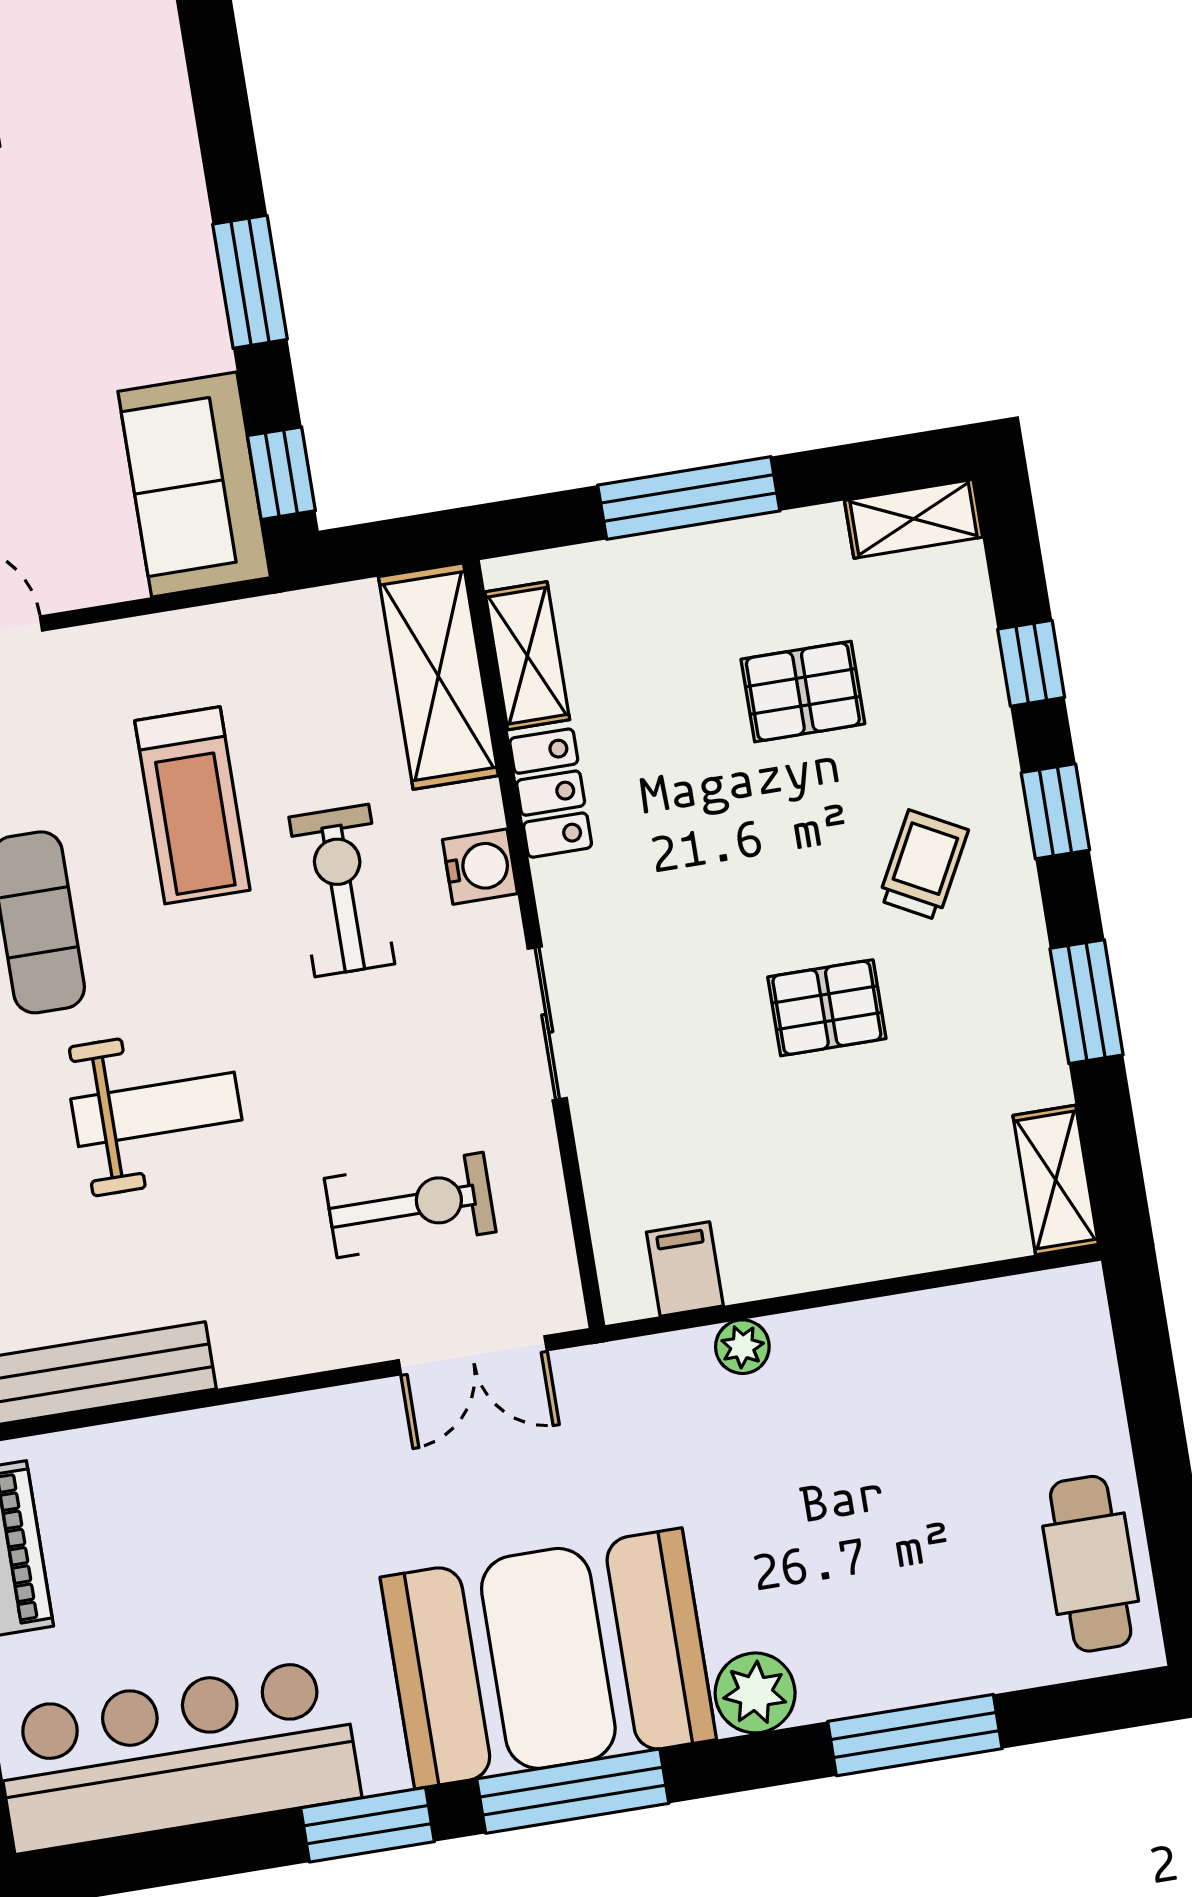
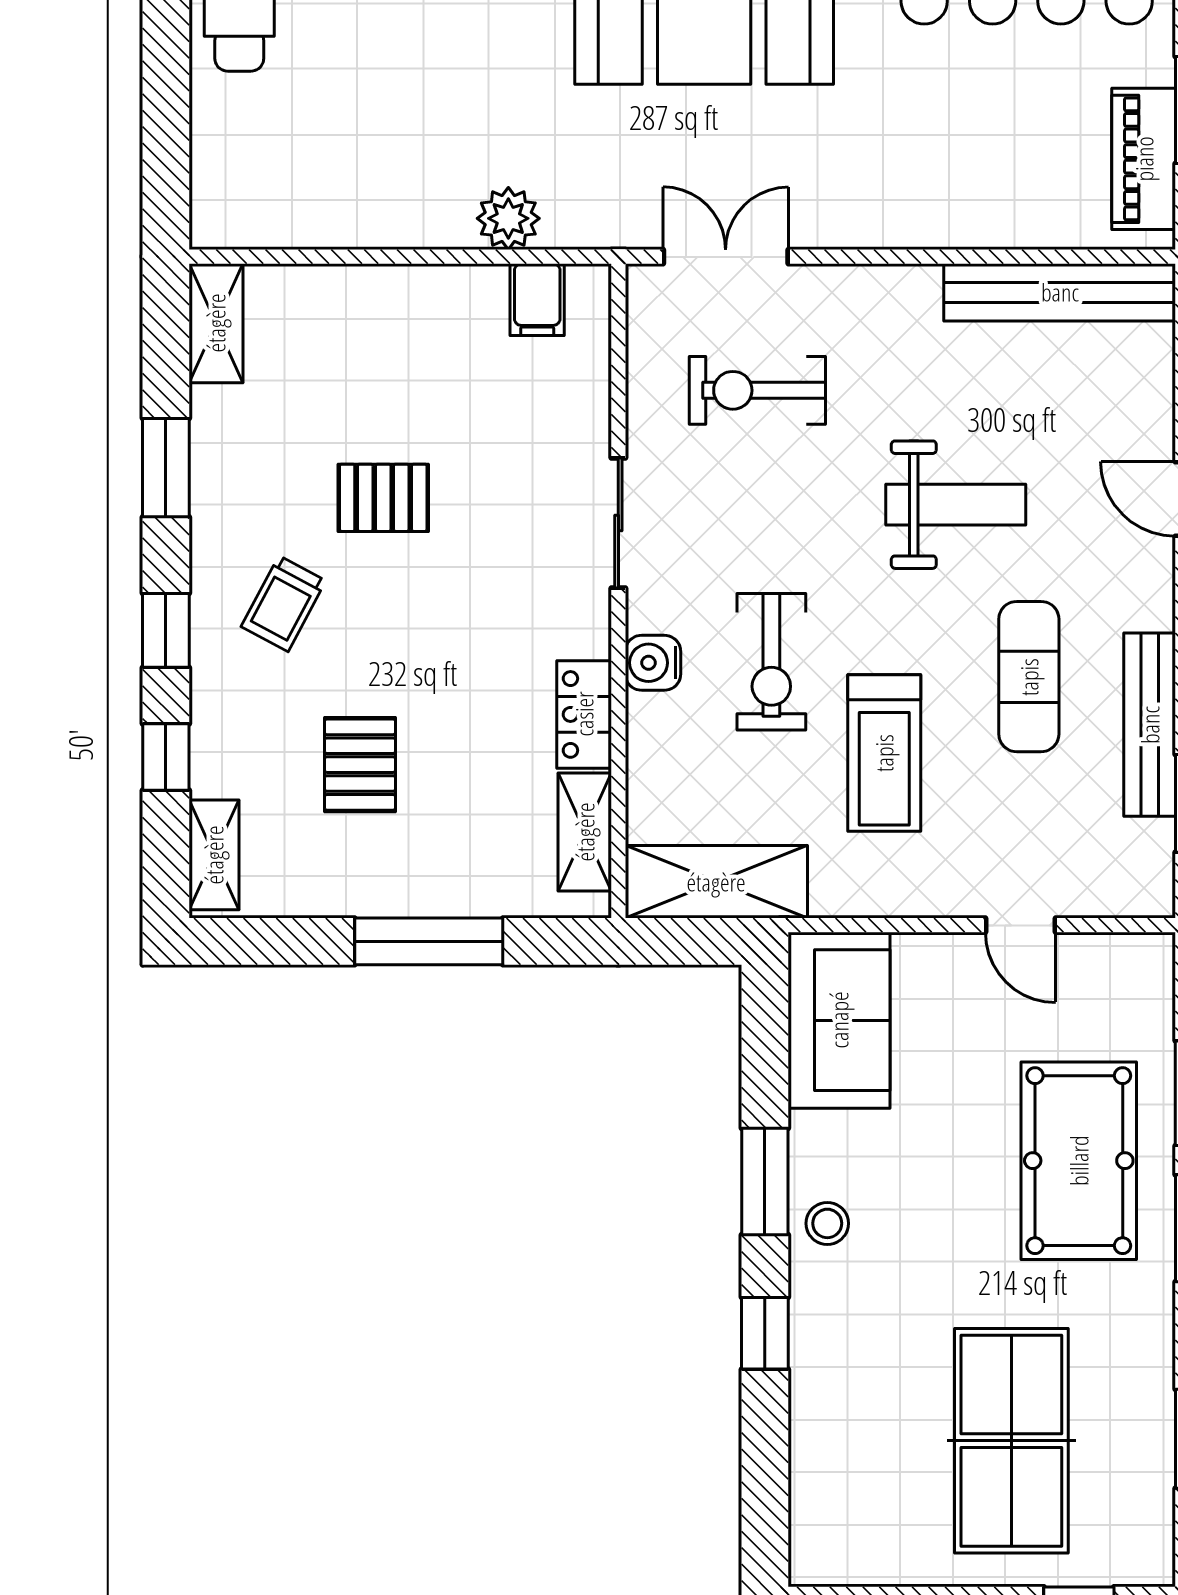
stool: (169, 245) -> (827, 1223), added
window: (281, 473) -> (765, 1333), moved
shelving: (914, 519) -> (214, 855), moved, turned 90
shelving: (438, 676) -> (716, 882), moved, turned 90
pallet: (803, 692) -> (360, 765), turned 90
treadmill: (192, 805) -> (884, 753), turned 180
weight bench: (156, 1109) -> (956, 505), turned 180
plant: (742, 1347) -> (508, 218), width x1.38, depth x1.38

